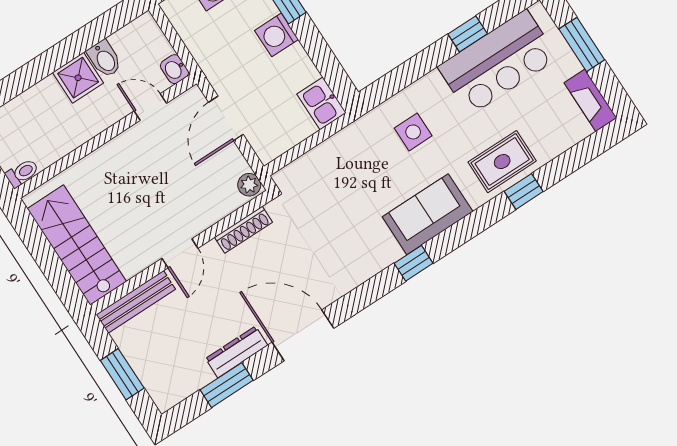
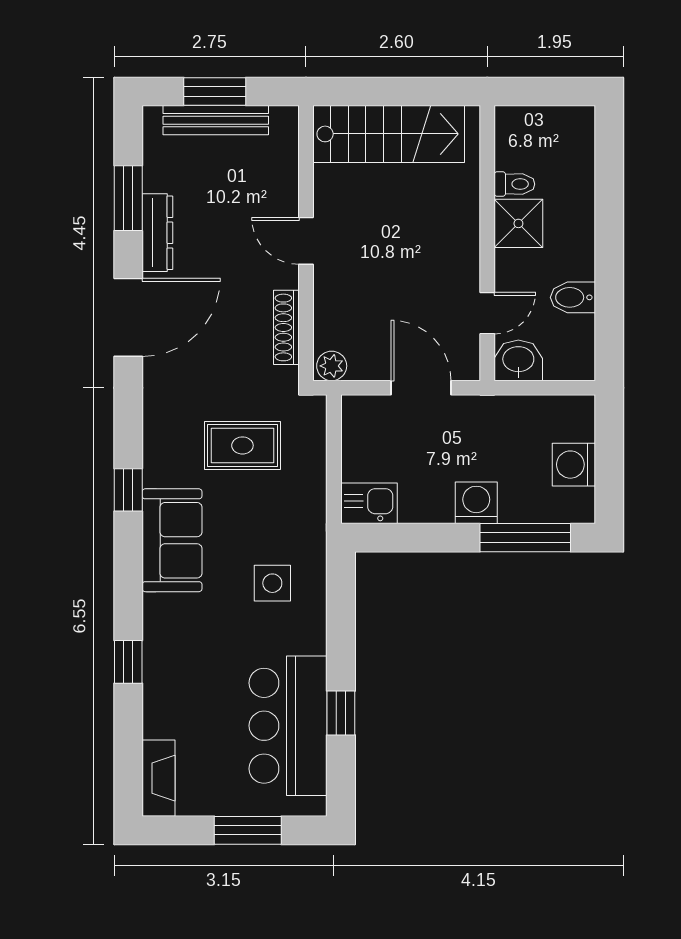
washbasin: (175, 69) -> (518, 360), width x1.38, depth x1.45
shower: (78, 78) -> (518, 223), moved
fireplace: (590, 100) -> (159, 778), moved, turned 90
rug: (502, 162) -> (242, 445), moved, turned 90
toilet: (22, 173) -> (514, 184), moved, turned -90
bench: (136, 302) -> (216, 120), moved, turned 90

